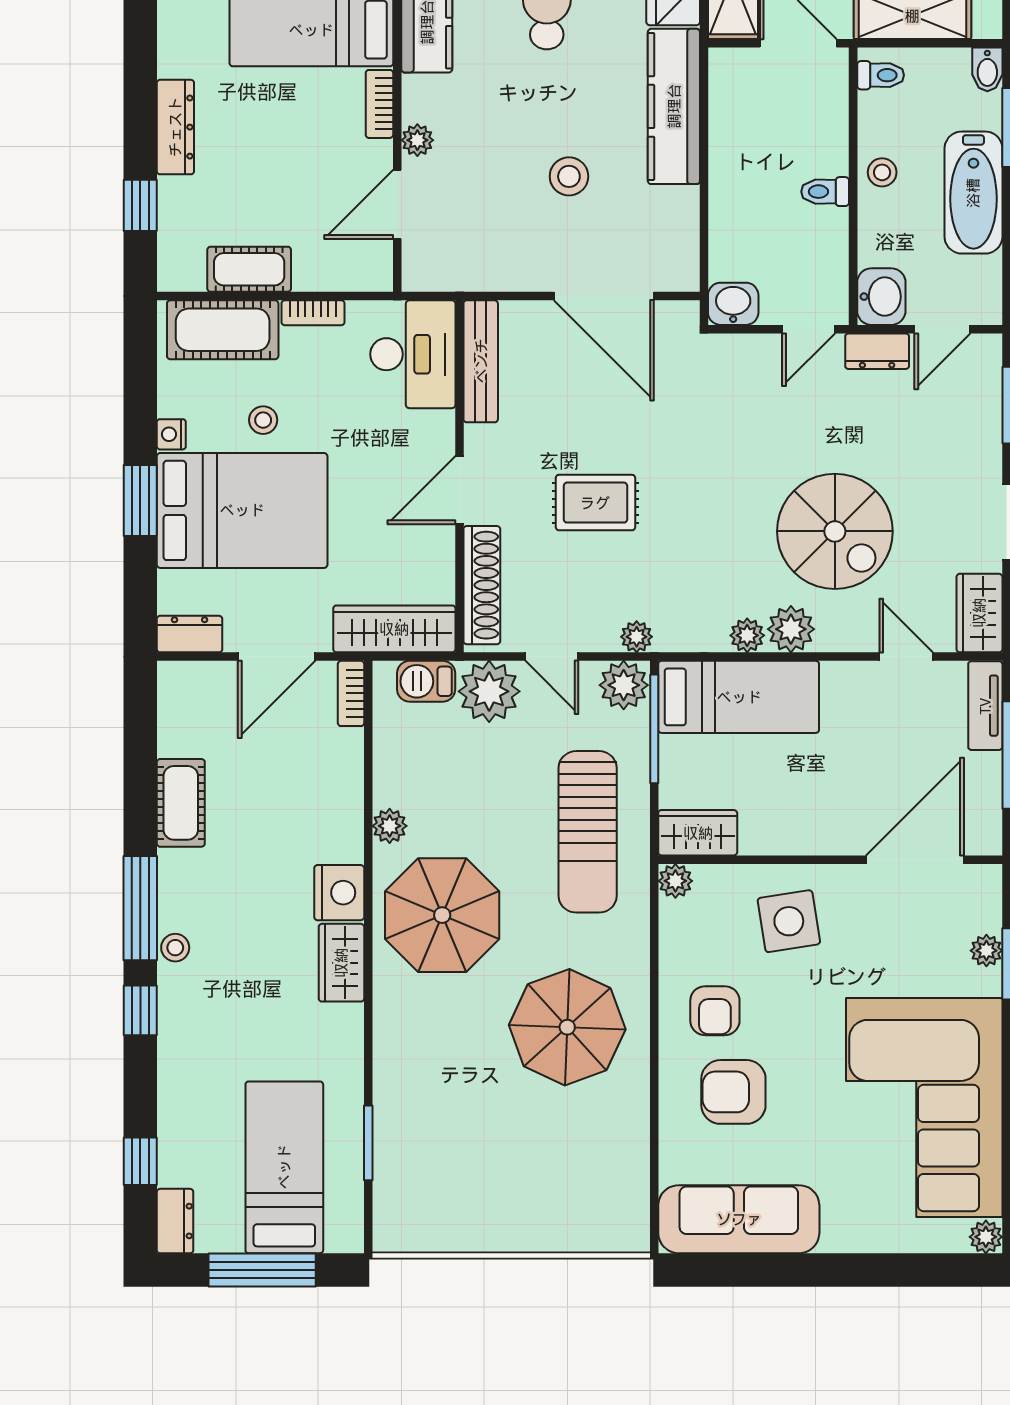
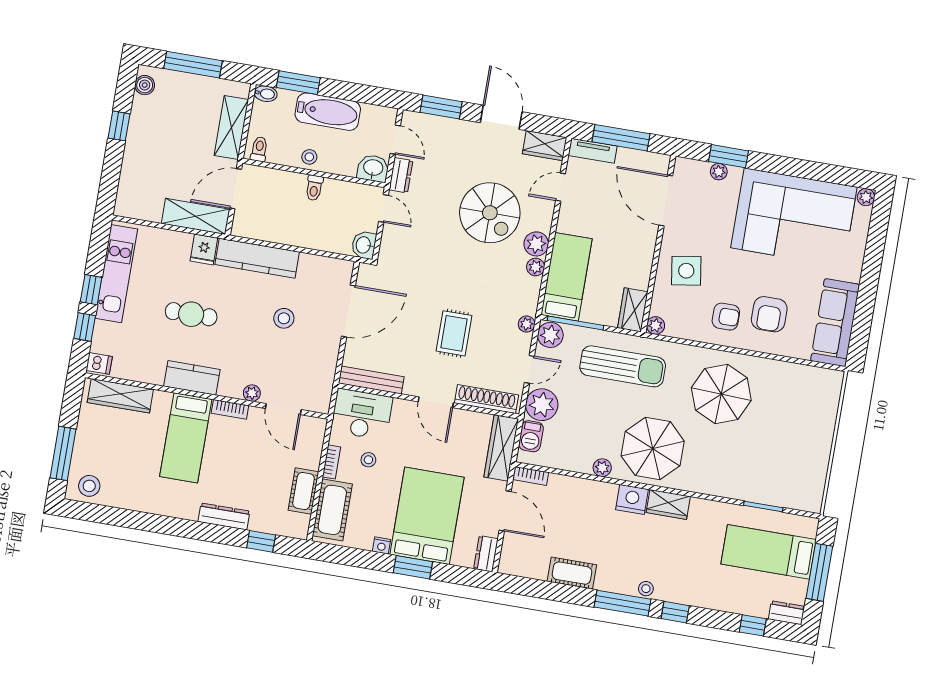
stool: (263, 420) -> (368, 460), moved
spiral stairs: (835, 531) -> (490, 213), turned 90

